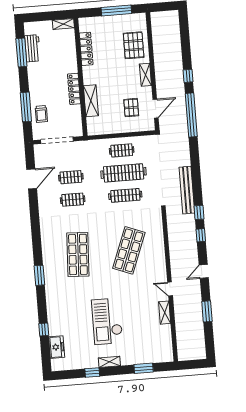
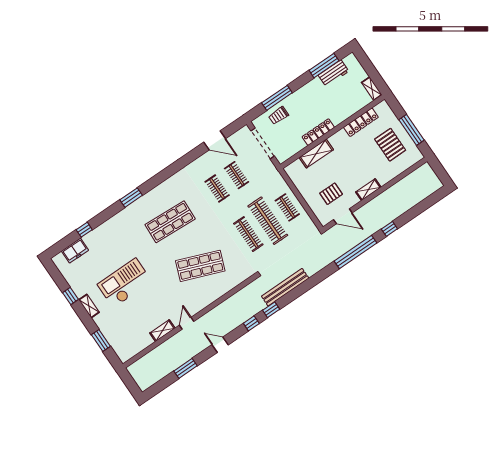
pallet: (134, 45) -> (390, 145), moved, turned 90

